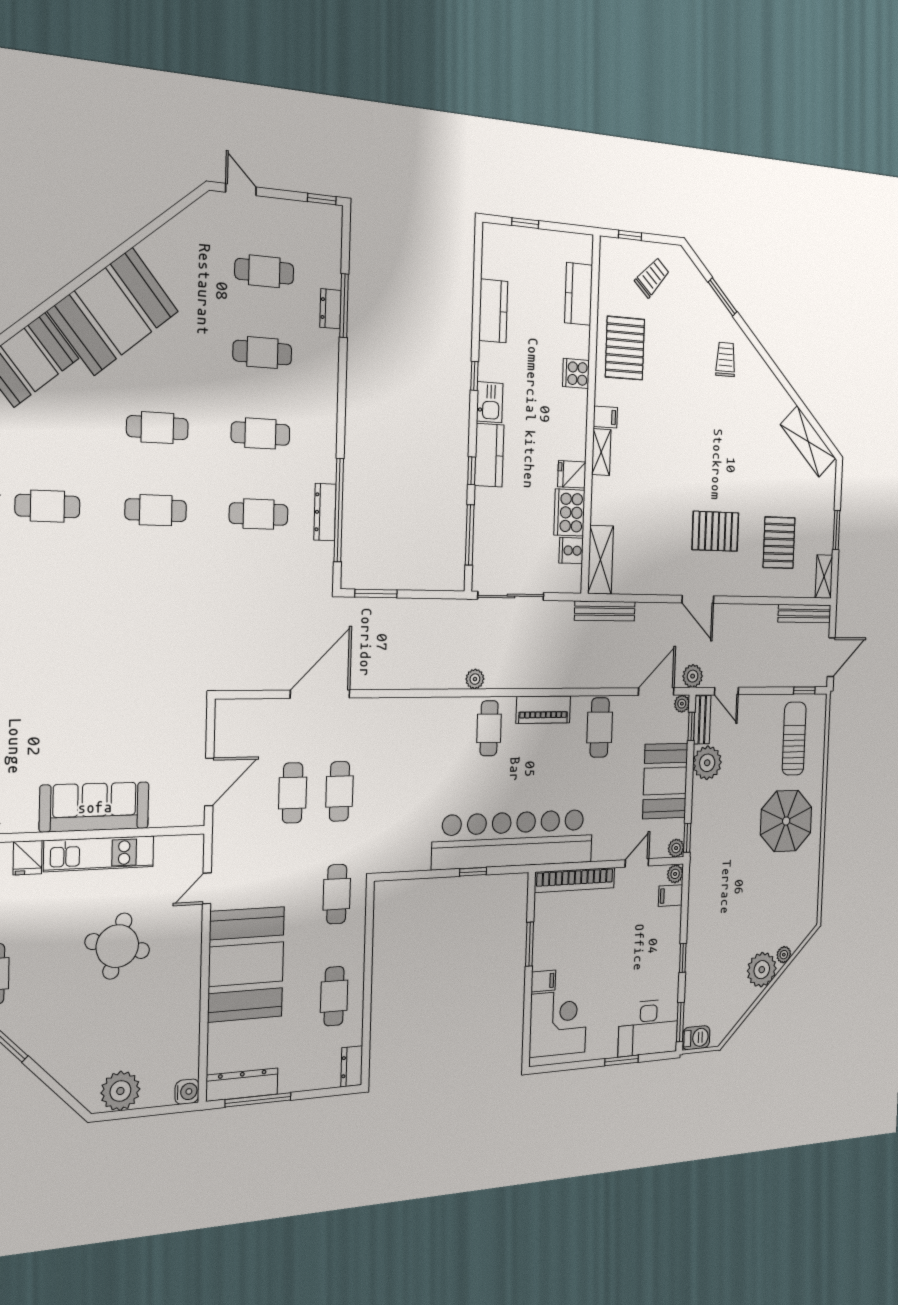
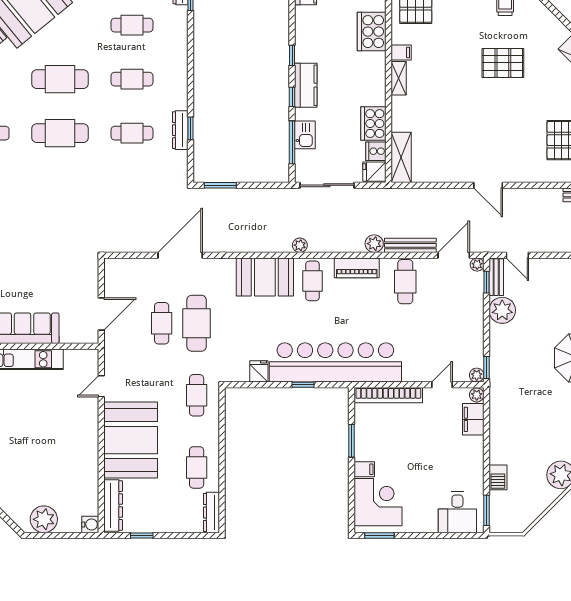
cooker: (576, 373) -> (372, 32), width x1.87, depth x1.31
window: (474, 376) -> (292, 55), moved
kitchen sink: (490, 402) -> (305, 135), moved
cafe table: (157, 428) -> (60, 79), width x1.37, depth x1.35
fridge: (572, 474) -> (374, 172), moved
cafe table: (156, 510) -> (60, 133), width x1.37, depth x1.35
window: (339, 510) -> (191, 128), width x0.32
pallet: (715, 531) -> (503, 63), moved
bench: (605, 611) -> (410, 245), moved
plant: (693, 676) -> (374, 244), moved
booth: (665, 781) -> (265, 277), moved, turned 90
cafe table: (339, 791) -> (197, 323), width x1.37, depth x1.35
fridge: (418, 856) -> (259, 371), added
filing cabinet: (671, 896) -> (473, 419), width x2.00
round table: (117, 946) -> (40, 422), removed
window: (683, 958) -> (486, 460), removed
desk: (648, 1028) -> (457, 512), width x0.73
barbecue: (696, 1038) -> (498, 477), moved, turned 90
window: (622, 1060) -> (379, 535), moved
dresser: (352, 1066) -> (211, 512), width x1.44
dresser: (242, 1085) -> (113, 506), moved, turned 90
window: (258, 1100) -> (142, 535), width x0.46

